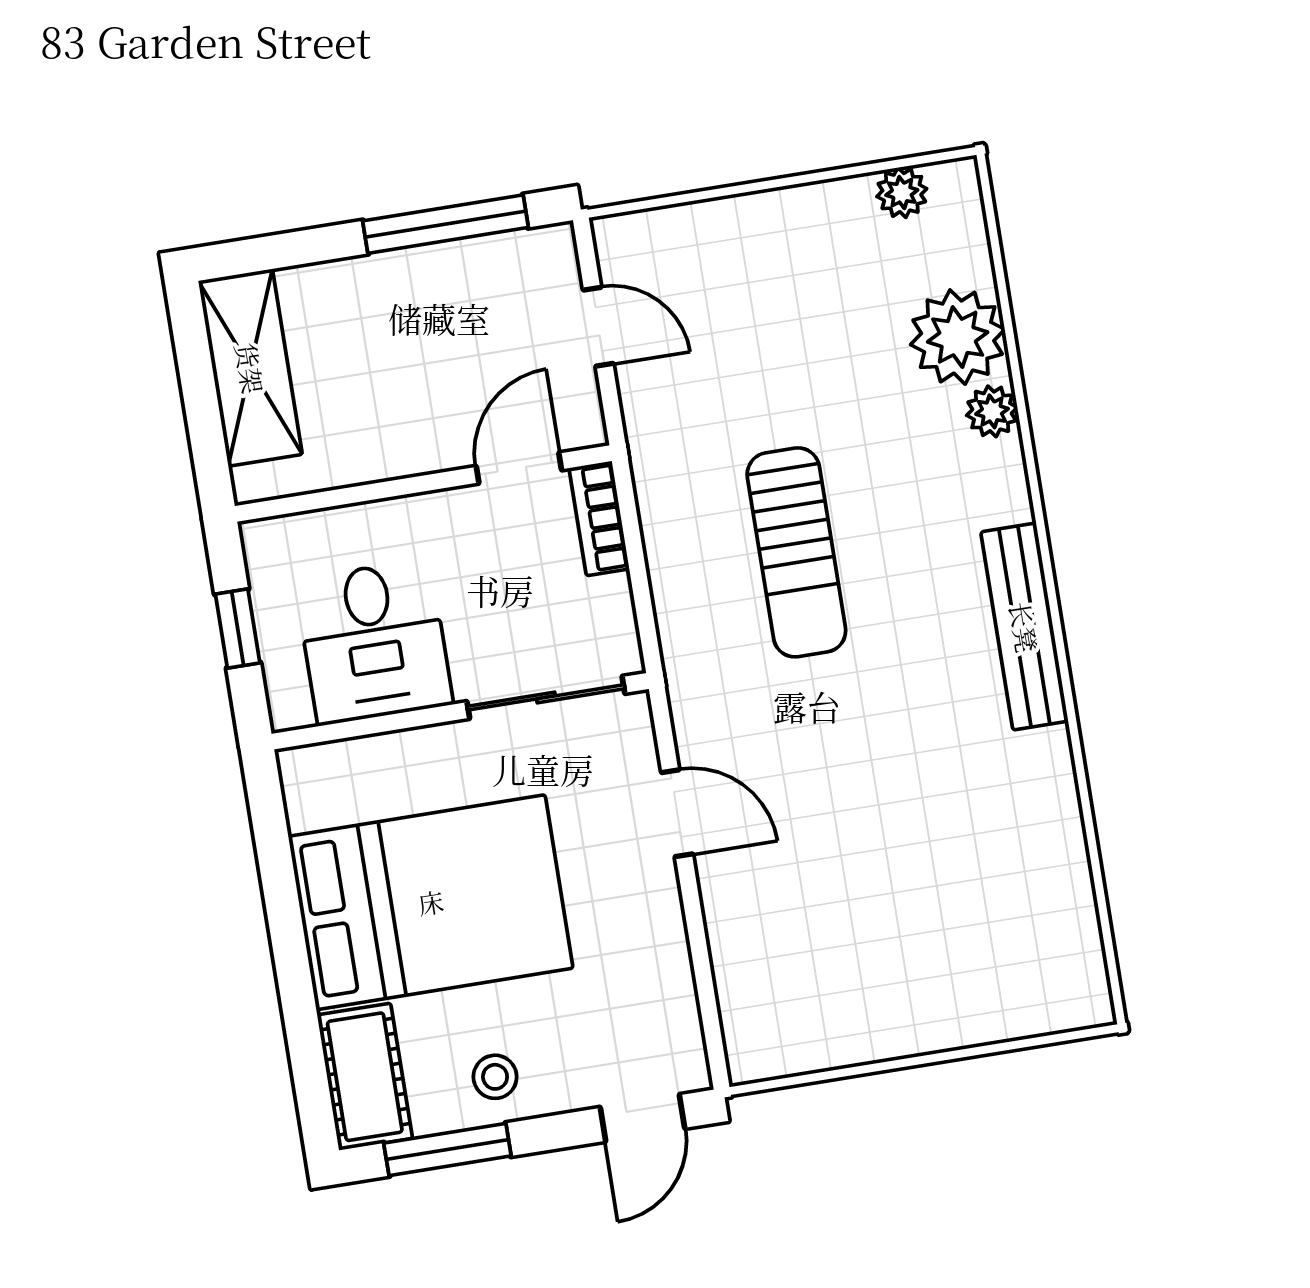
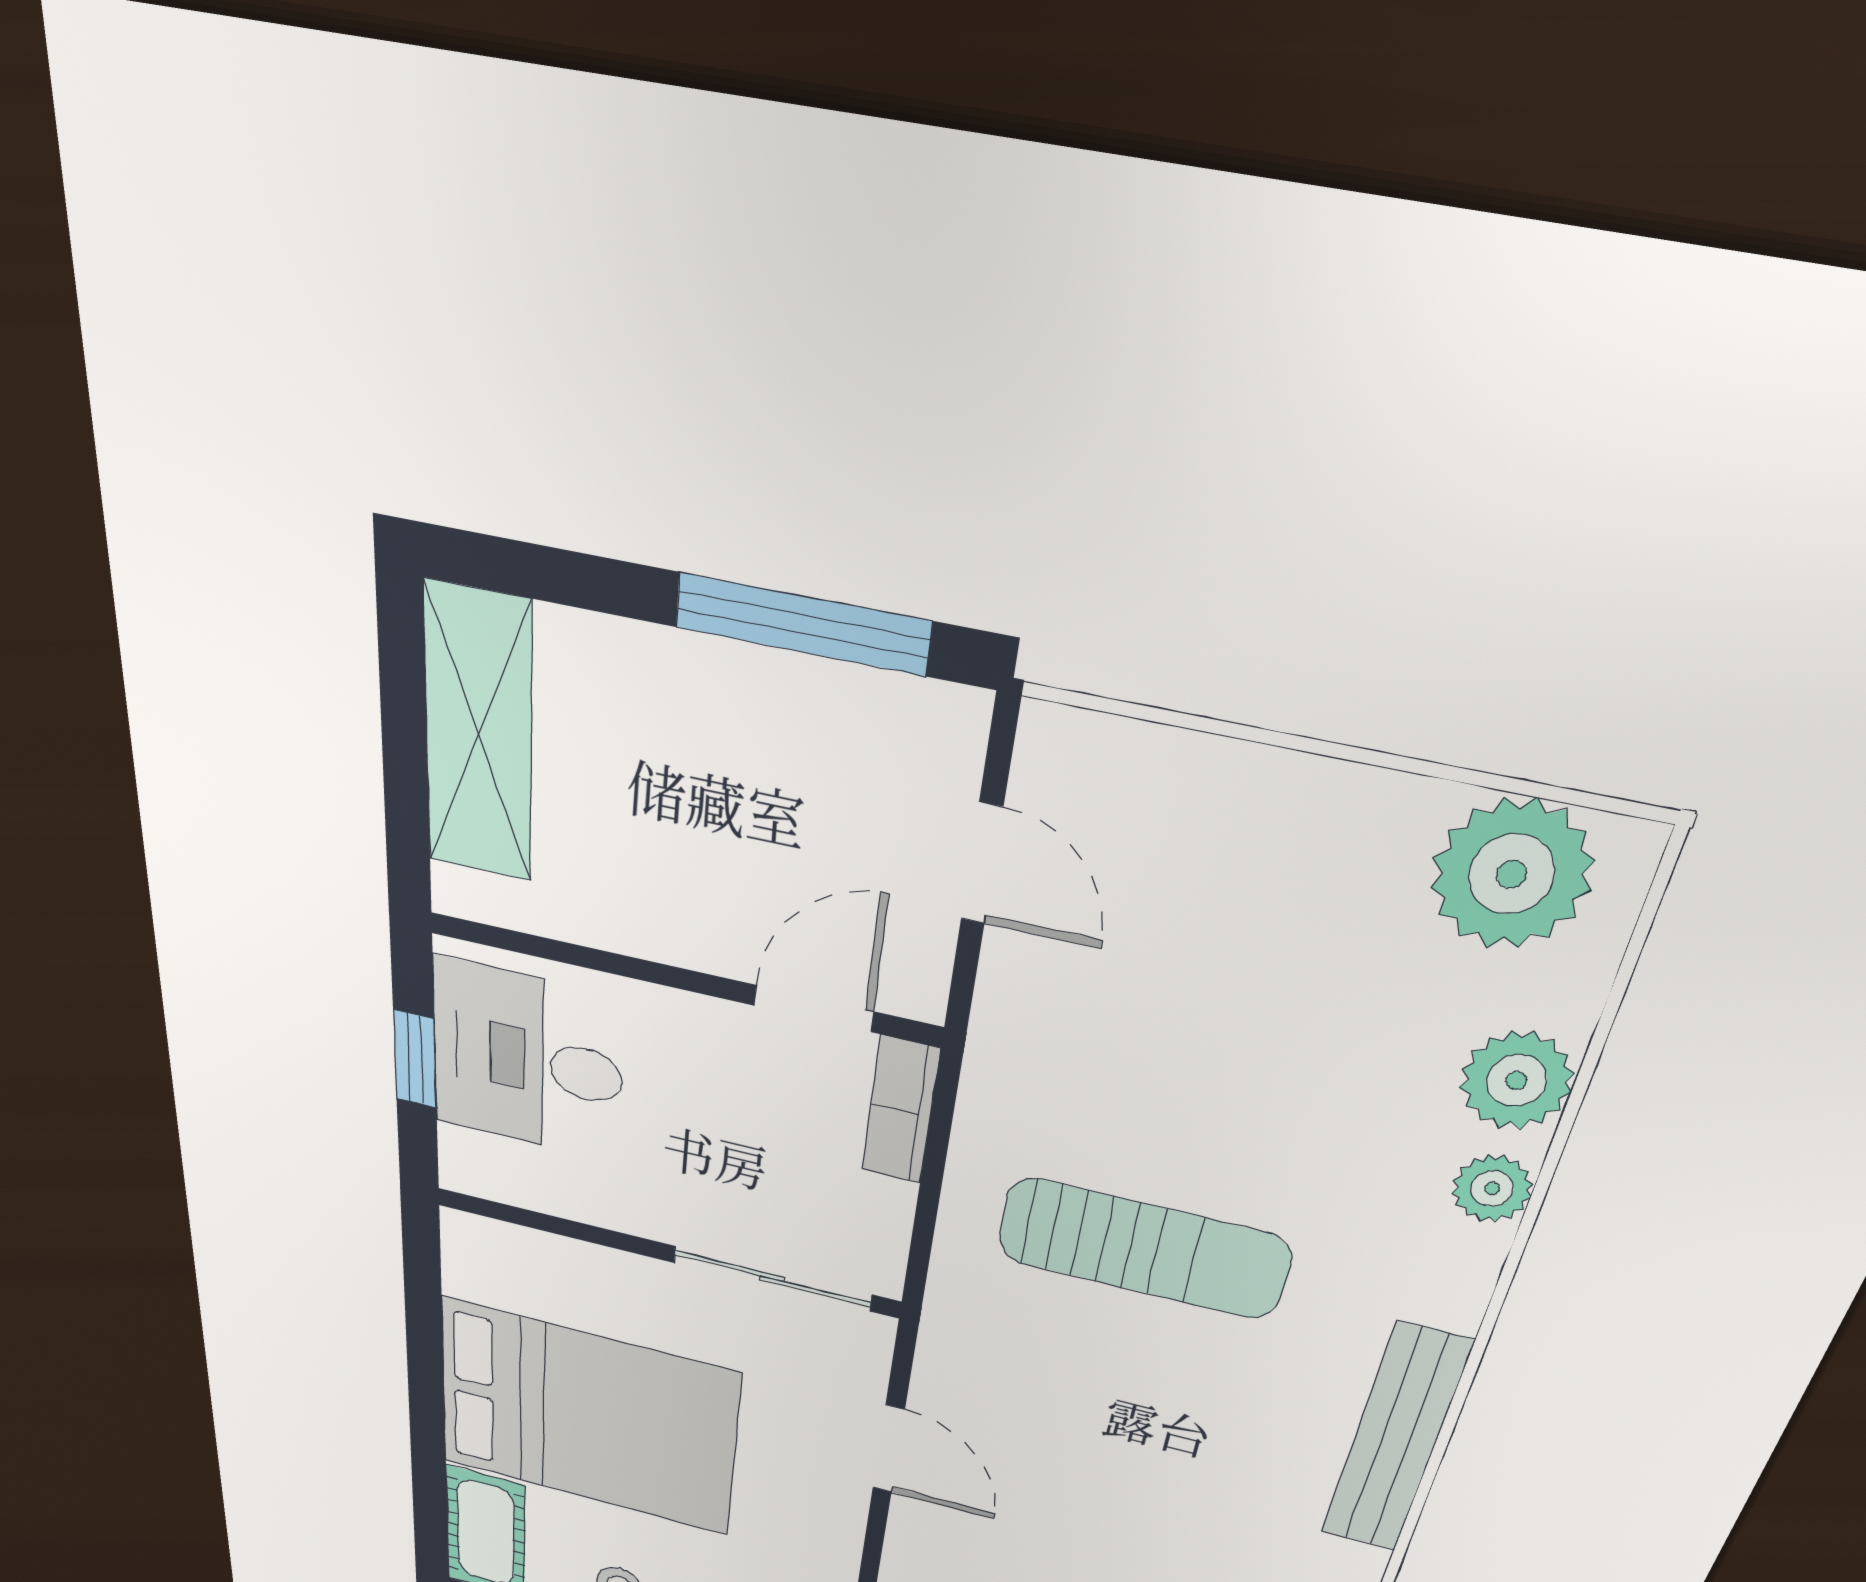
plant: (902, 193) -> (1511, 874), width x1.87, depth x1.87
plant: (958, 337) -> (1516, 1081), width x0.73, depth x0.73
sun lounger: (796, 552) -> (1143, 1248), turned -90
desk: (374, 642) -> (528, 1061), moved, turned 90

